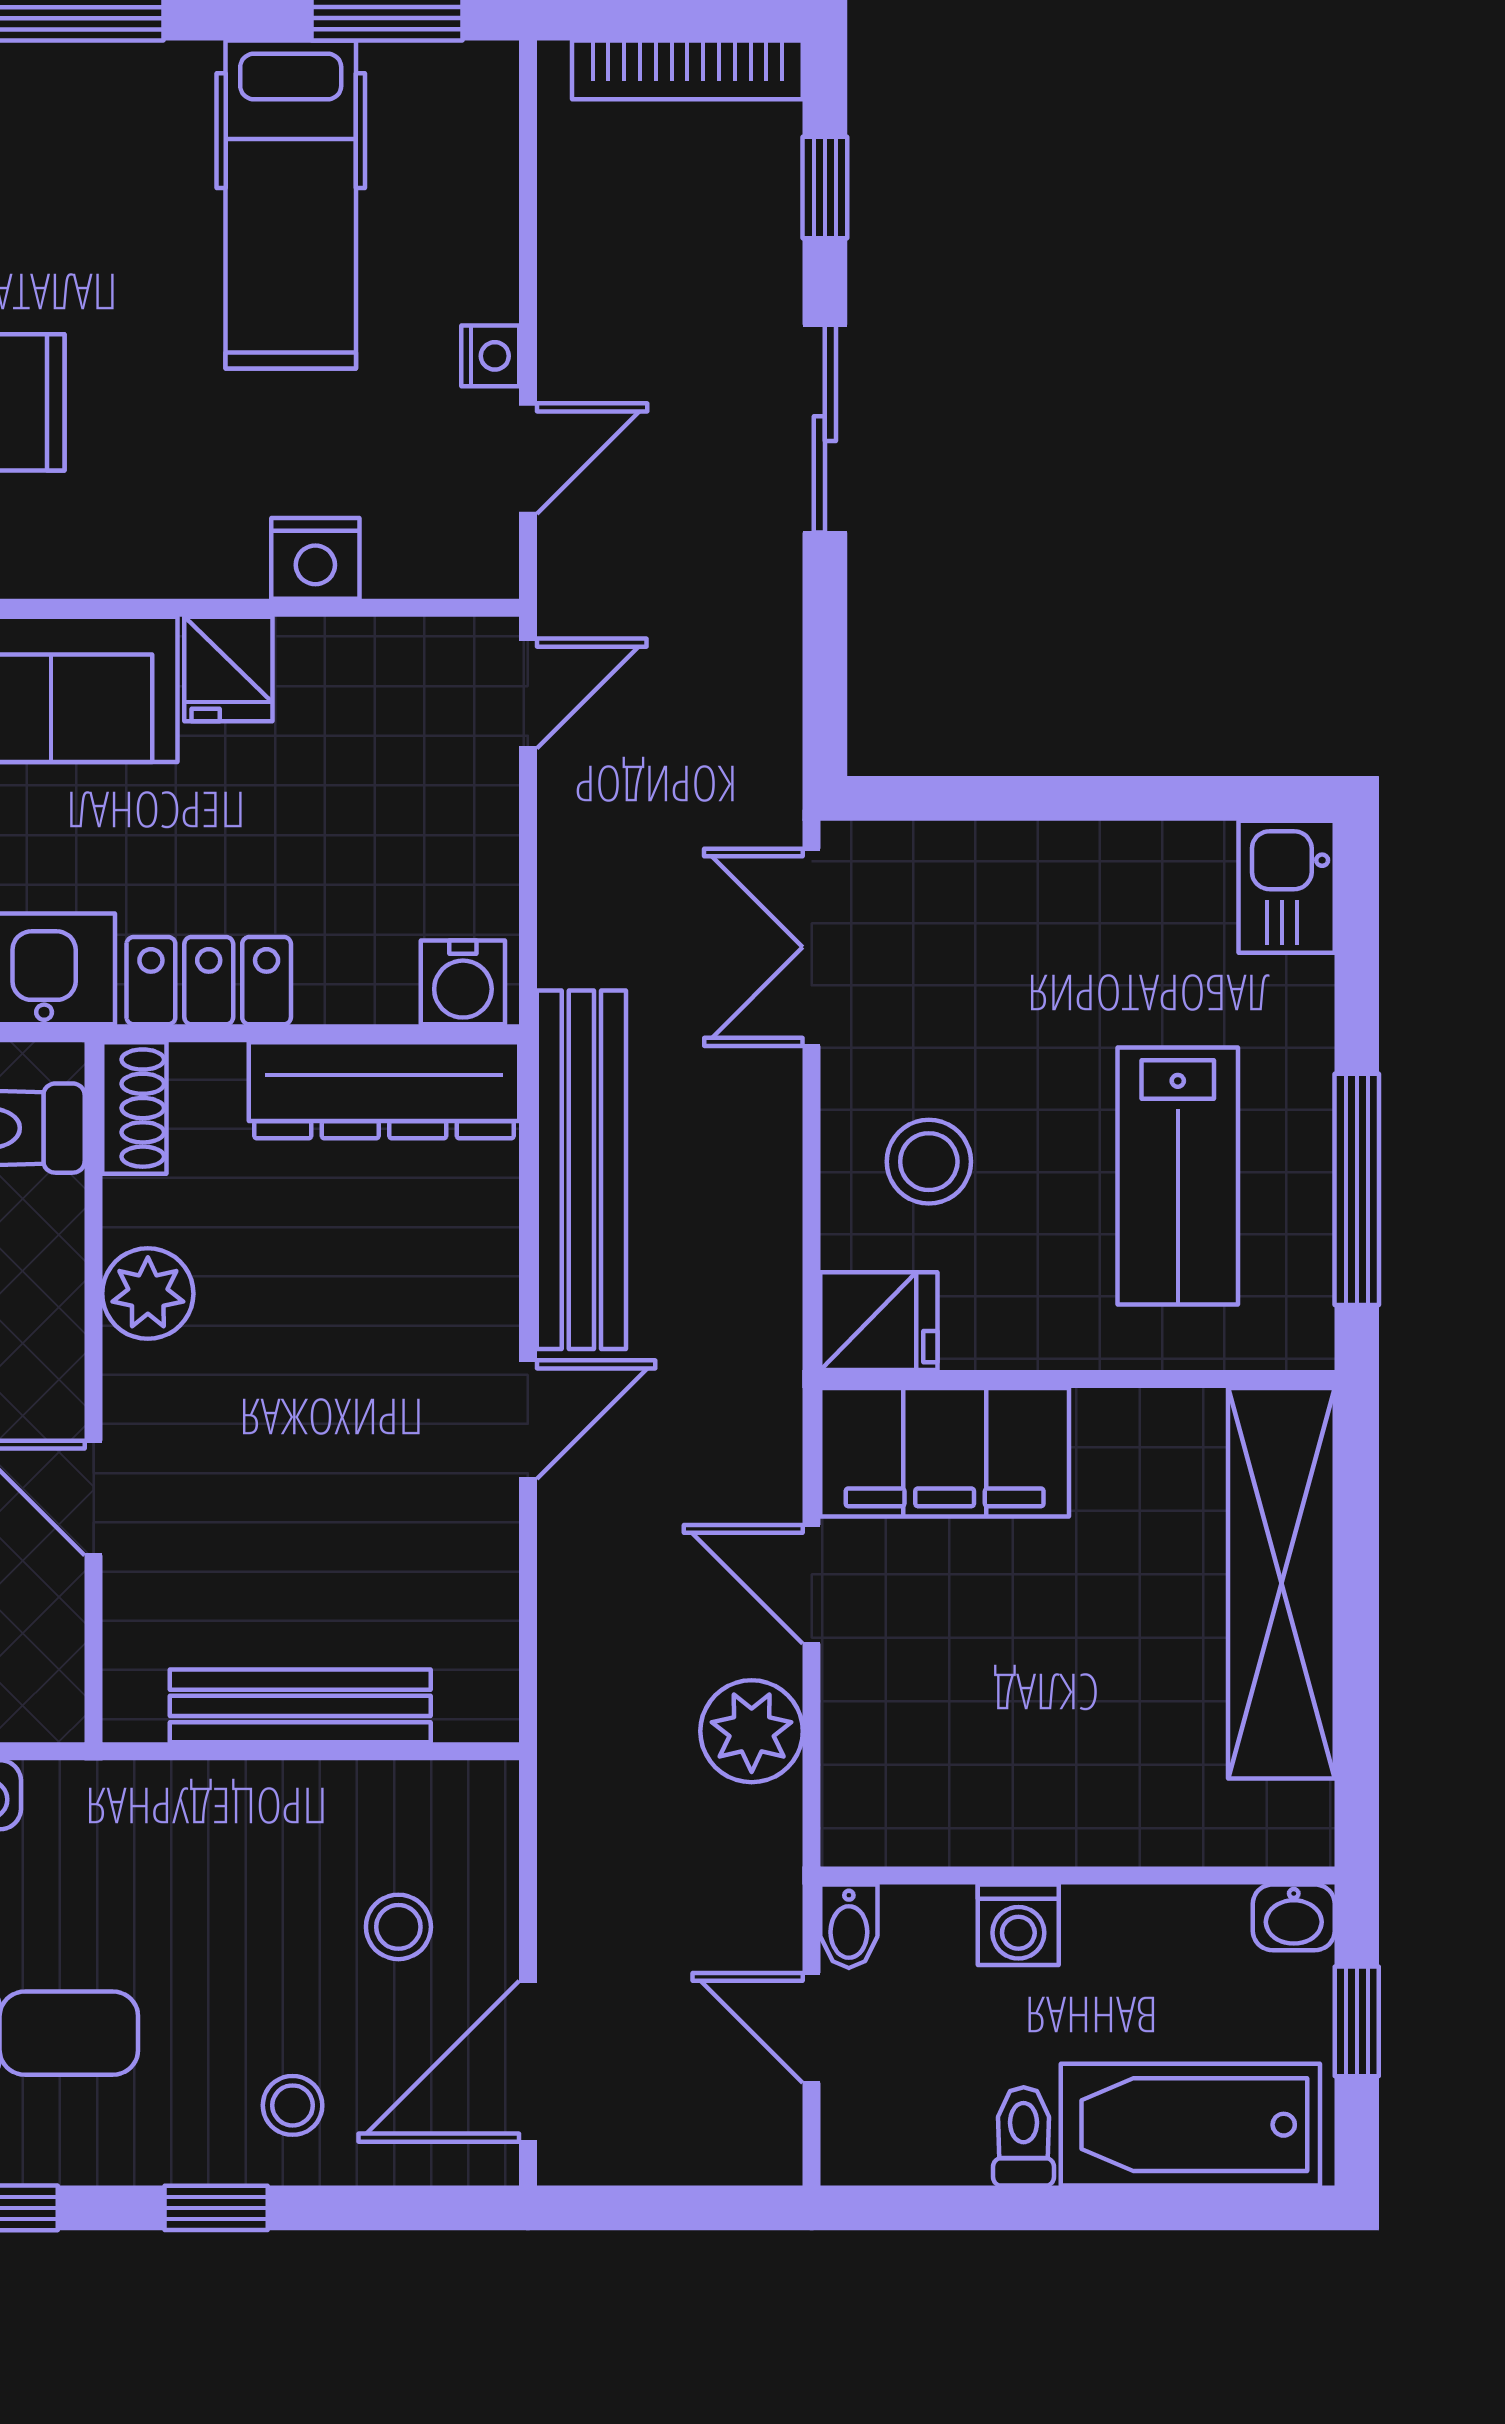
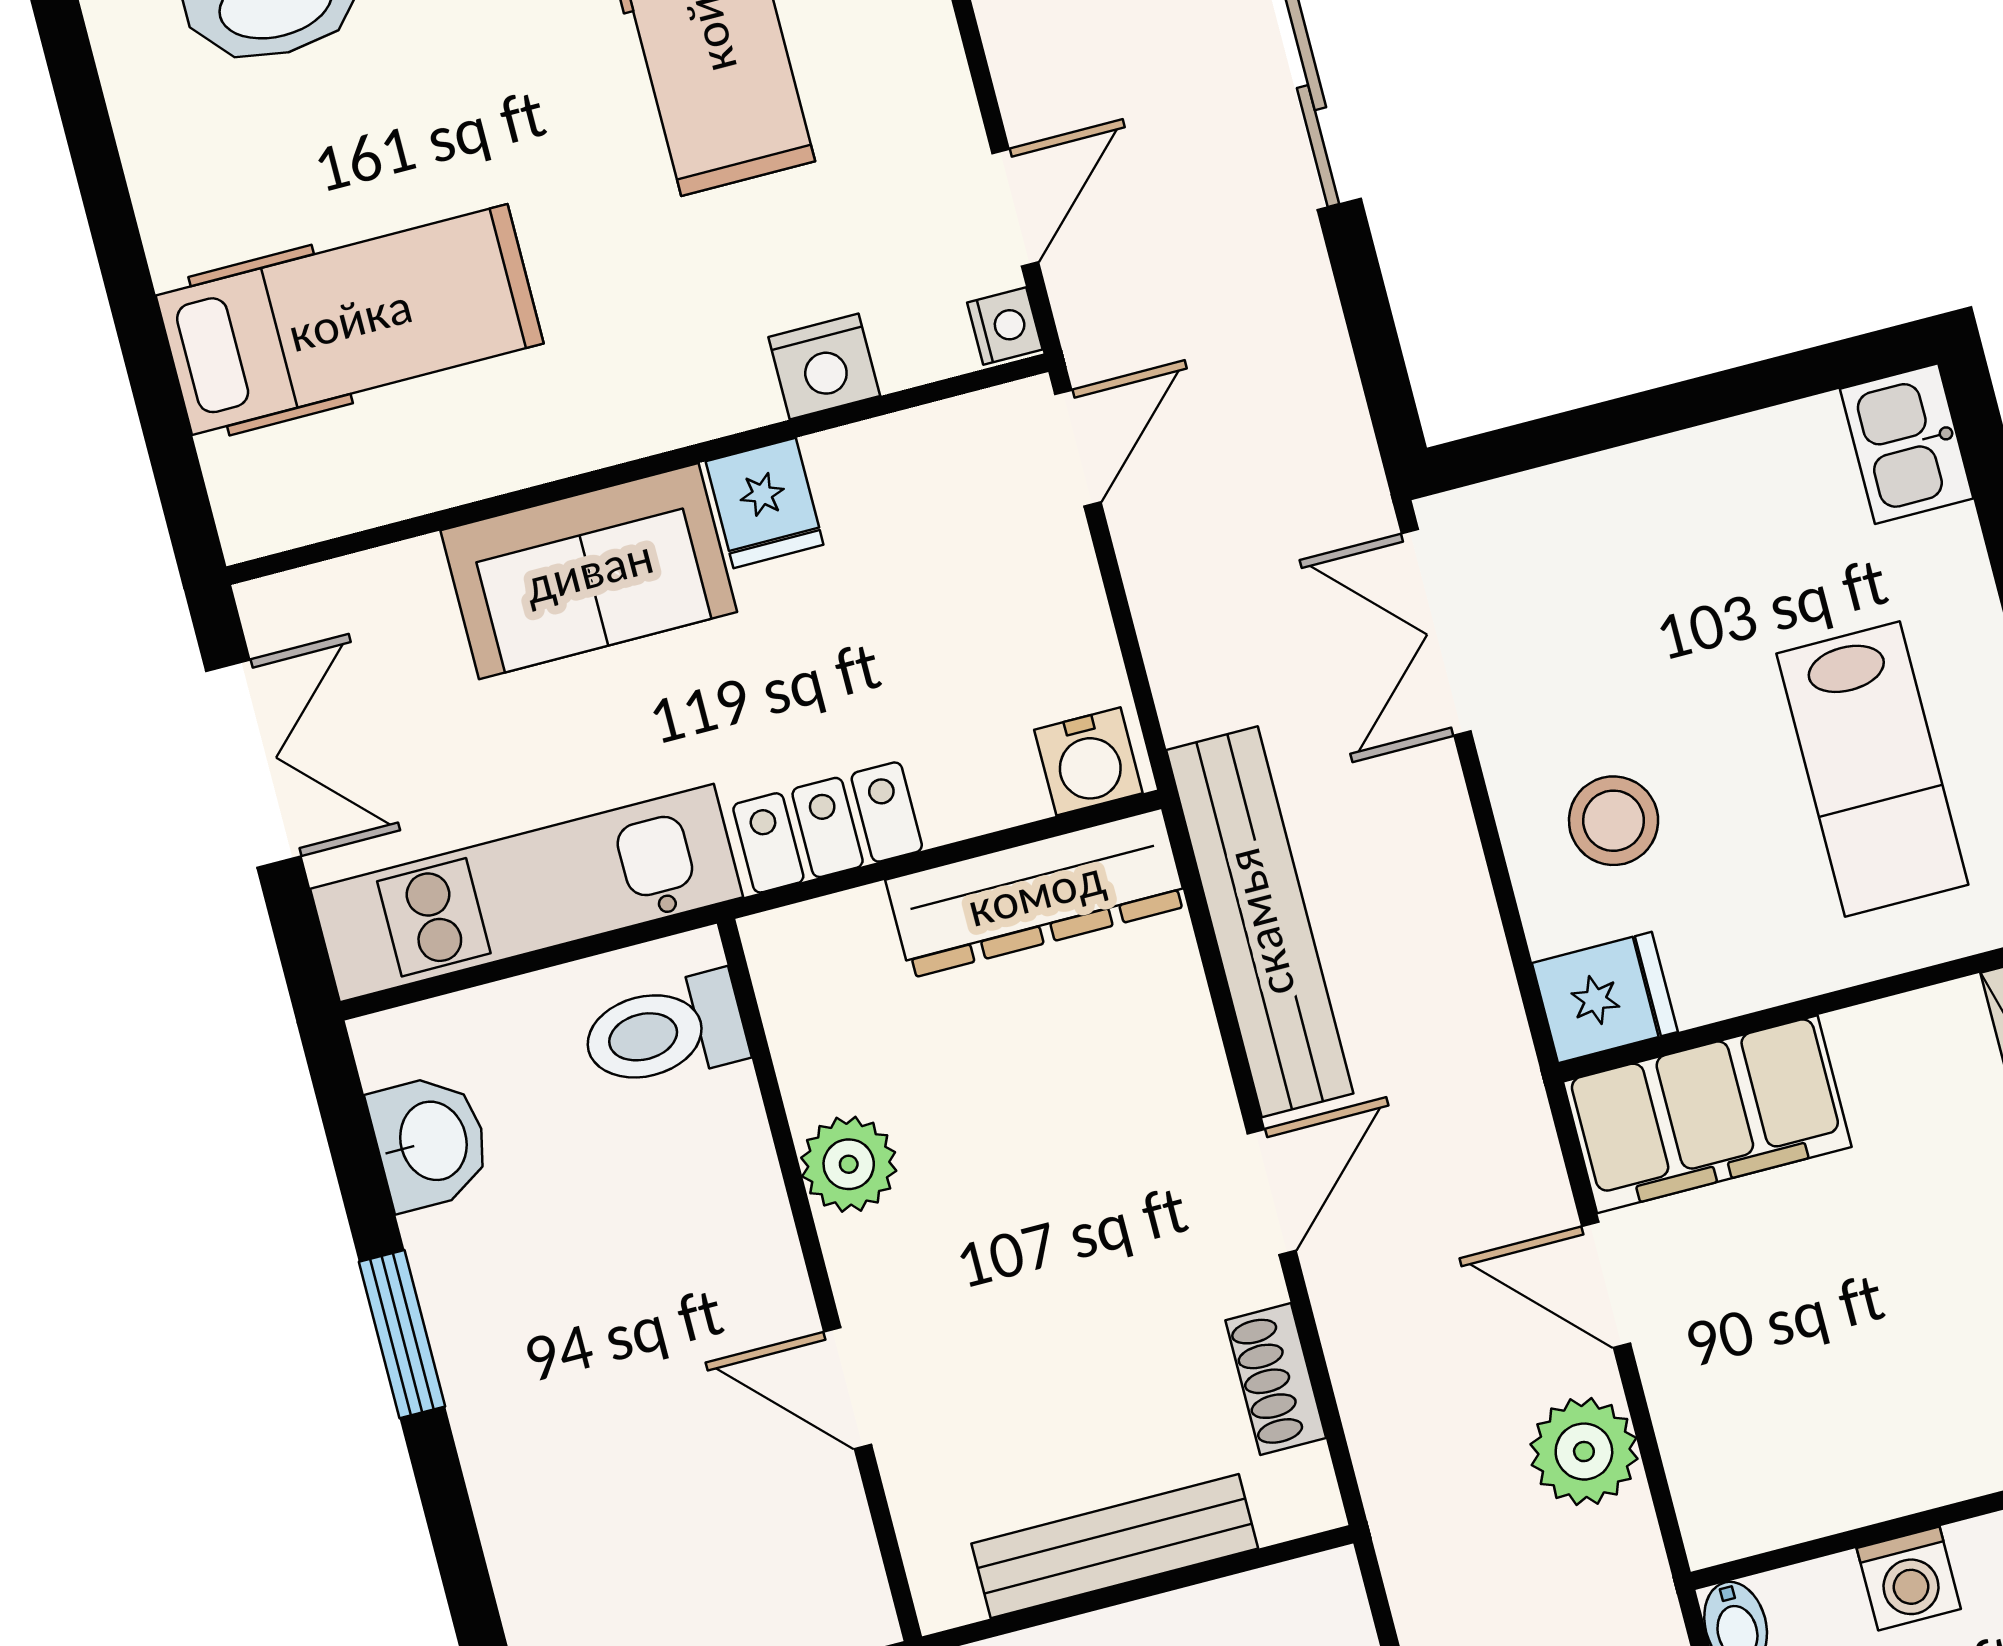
nightstand: (490, 356) -> (1005, 326), moved
shoe rack: (134, 1108) -> (1276, 1379), moved, turned 180

